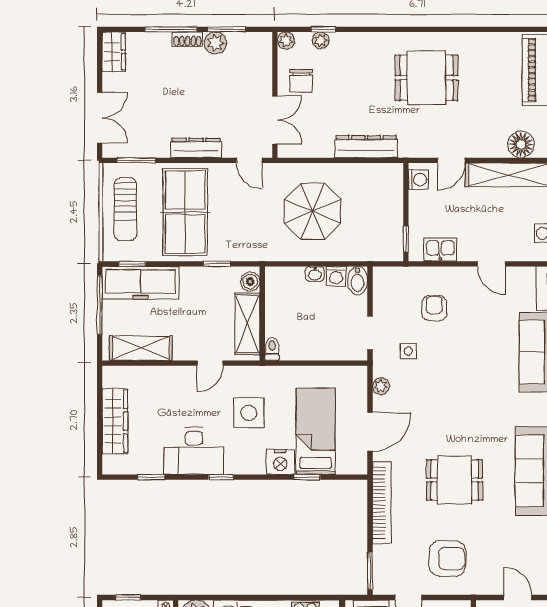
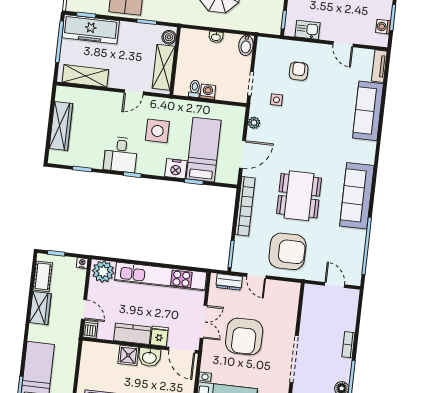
washing machine: (336, 276) -> (208, 92), moved, turned 180
toilet: (272, 349) -> (195, 89), moved
desk: (194, 451) -> (121, 155), width x0.73
dining table: (455, 480) -> (299, 196), width x1.38
armchair: (447, 559) -> (287, 251), width x1.36, depth x1.36

